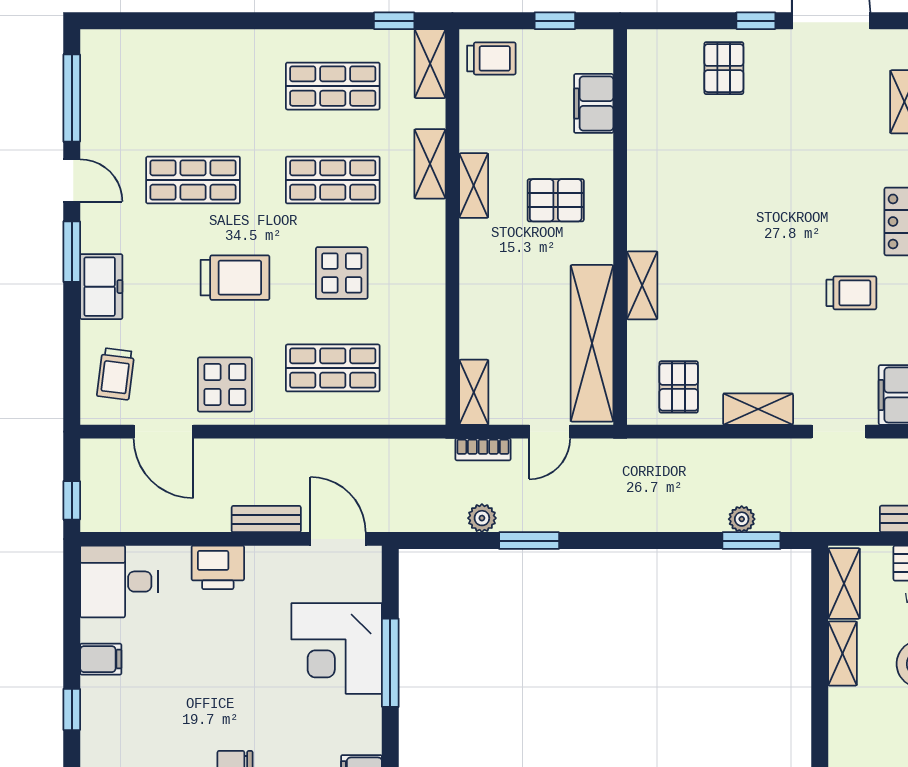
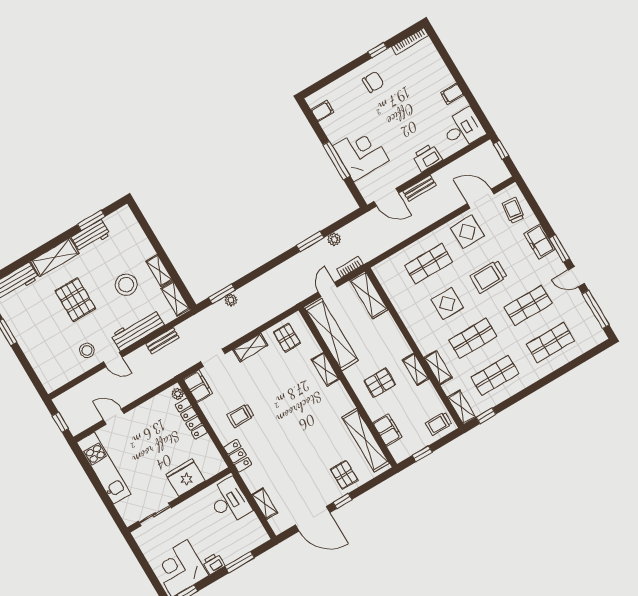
shop shelf: (193, 86) -> (550, 343), added
shelving: (646, 109) -> (366, 440), added
shelving: (474, 392) -> (369, 295), width x1.50, depth x1.33
window: (72, 709) -> (452, 67), removed

